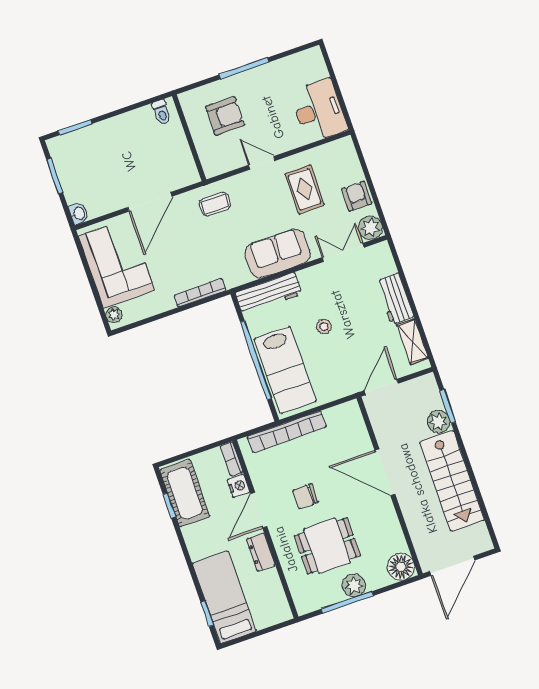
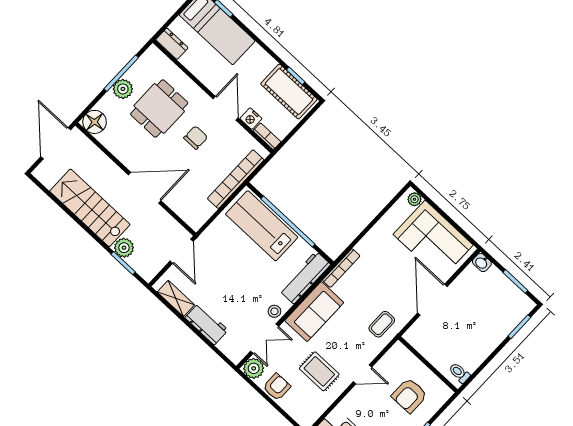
armchair: (357, 196) -> (277, 387), turned -90
bookcase: (200, 293) -> (341, 268), moved
stool: (324, 327) -> (274, 311), moved
dresser: (261, 552) -> (172, 44), moved

